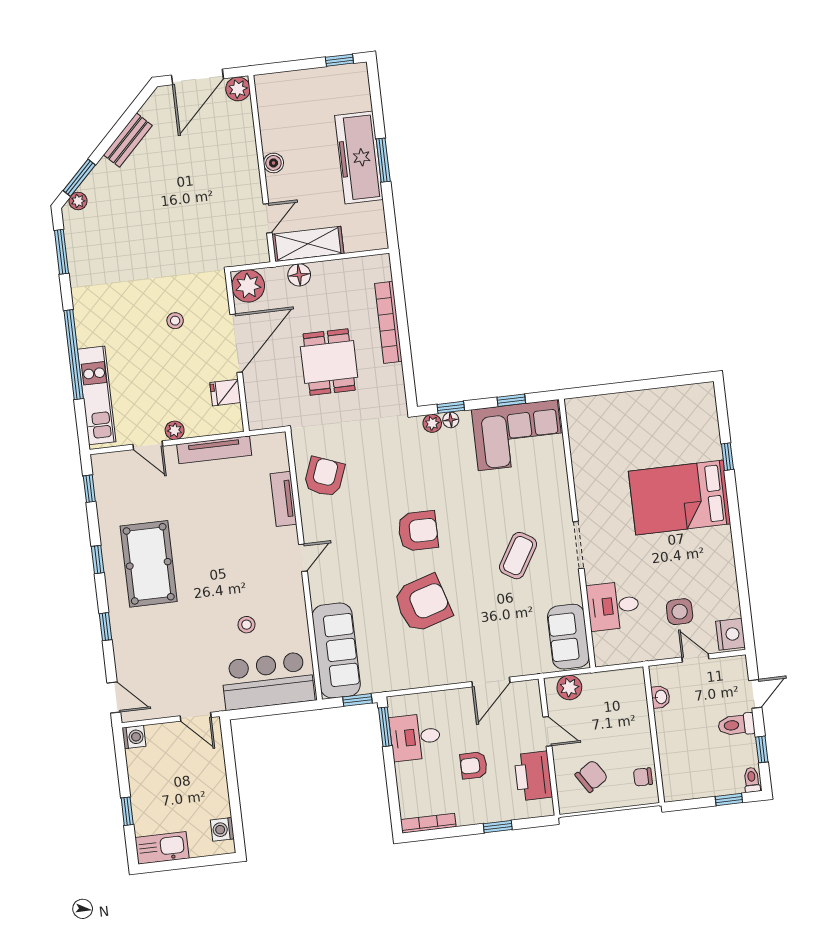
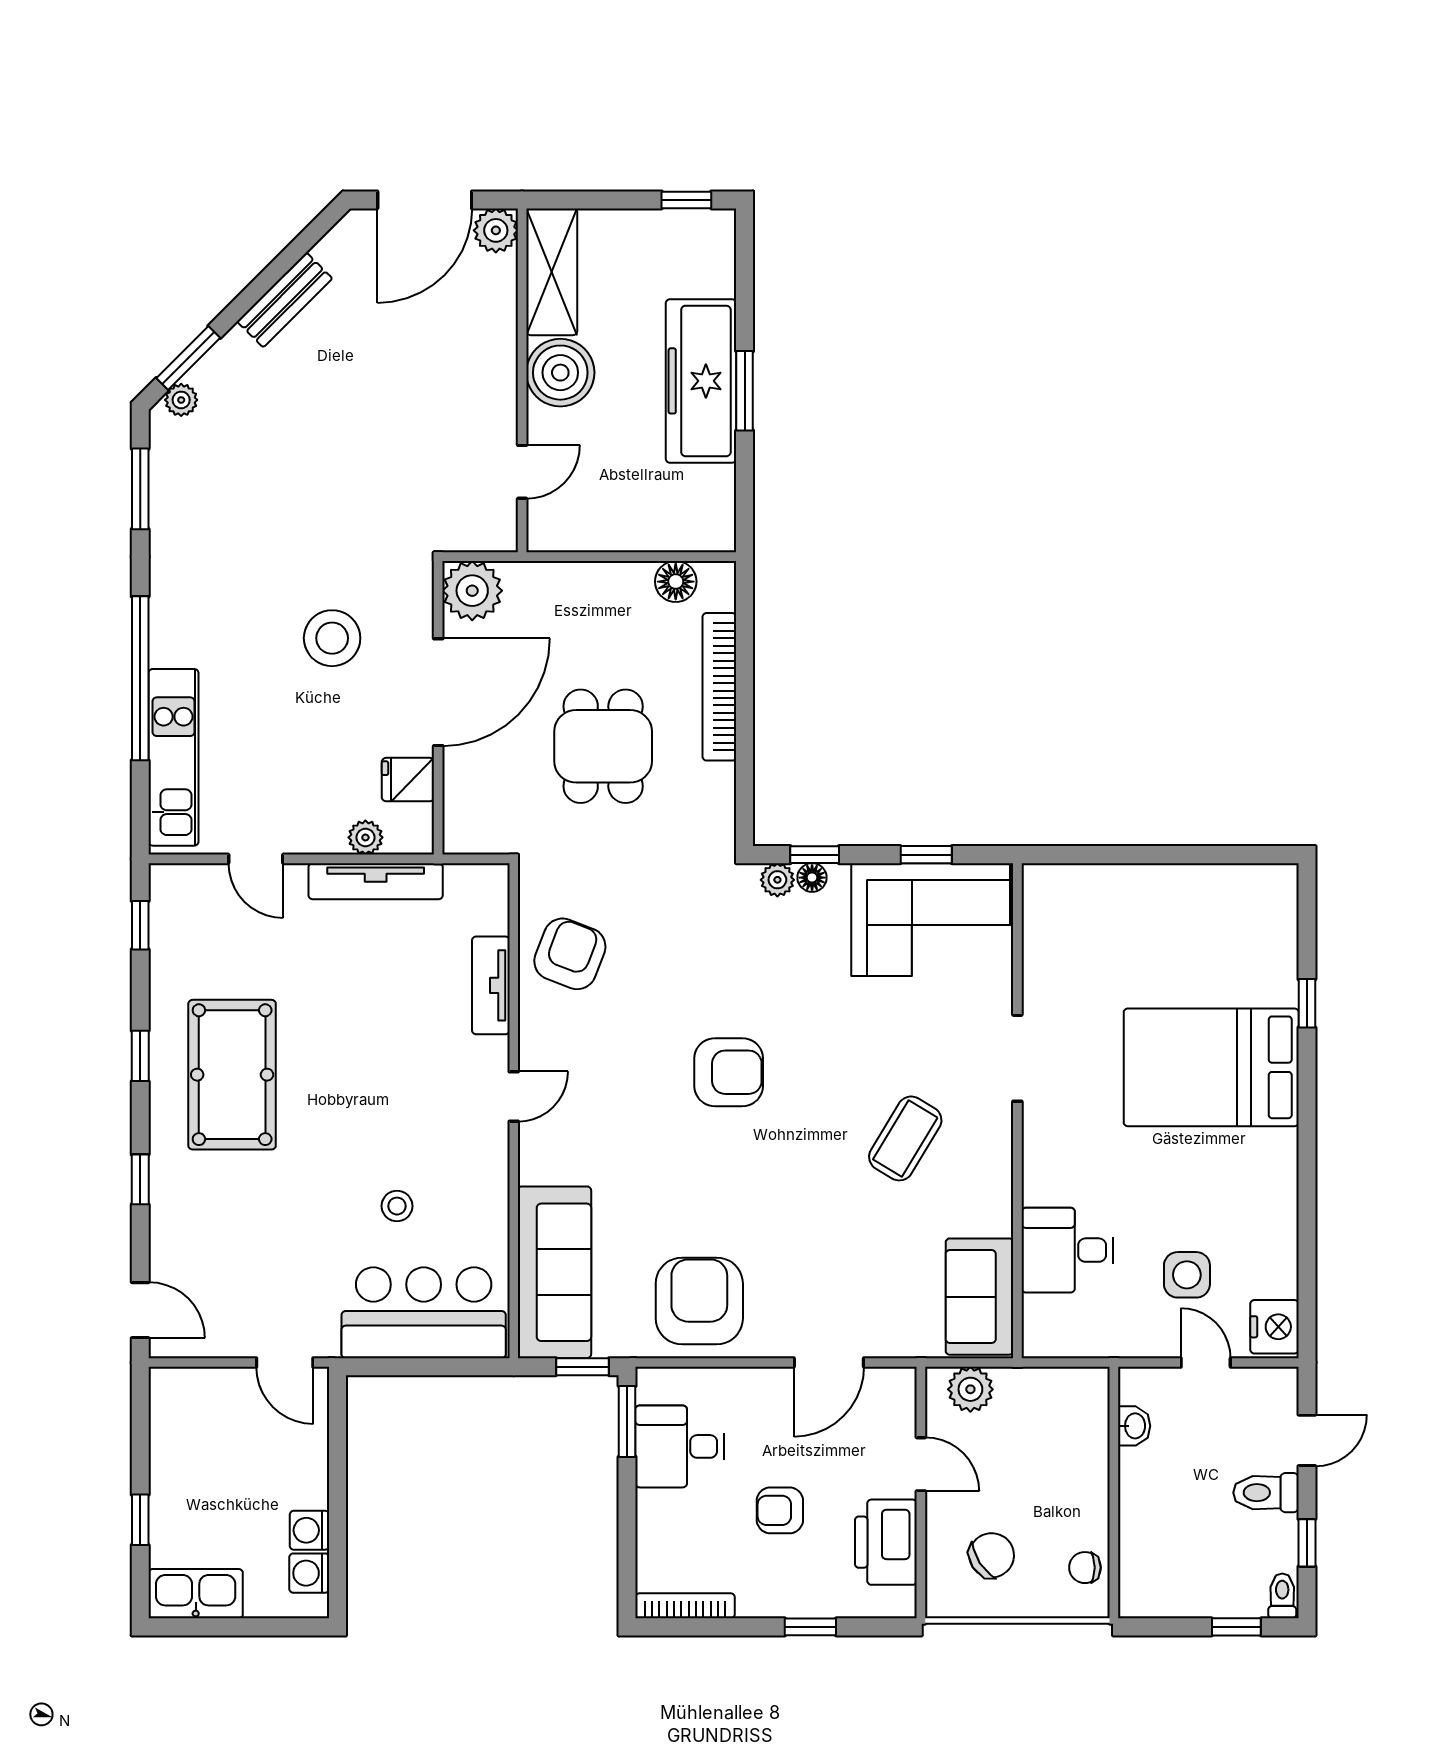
boiler: (273, 163) -> (560, 373), width x1.86, depth x1.86
shelving: (308, 244) -> (552, 272), moved, turned 90
floor lamp: (299, 275) -> (676, 582), moved
stool: (175, 321) -> (332, 638), width x1.89, depth x1.89
plant: (175, 430) -> (365, 837), moved
doorway: (578, 545) -> (1017, 1058), moved
armchair: (423, 603) -> (699, 1301), moved, turned -73
washing machine: (134, 737) -> (309, 1530), moved, turned 180

